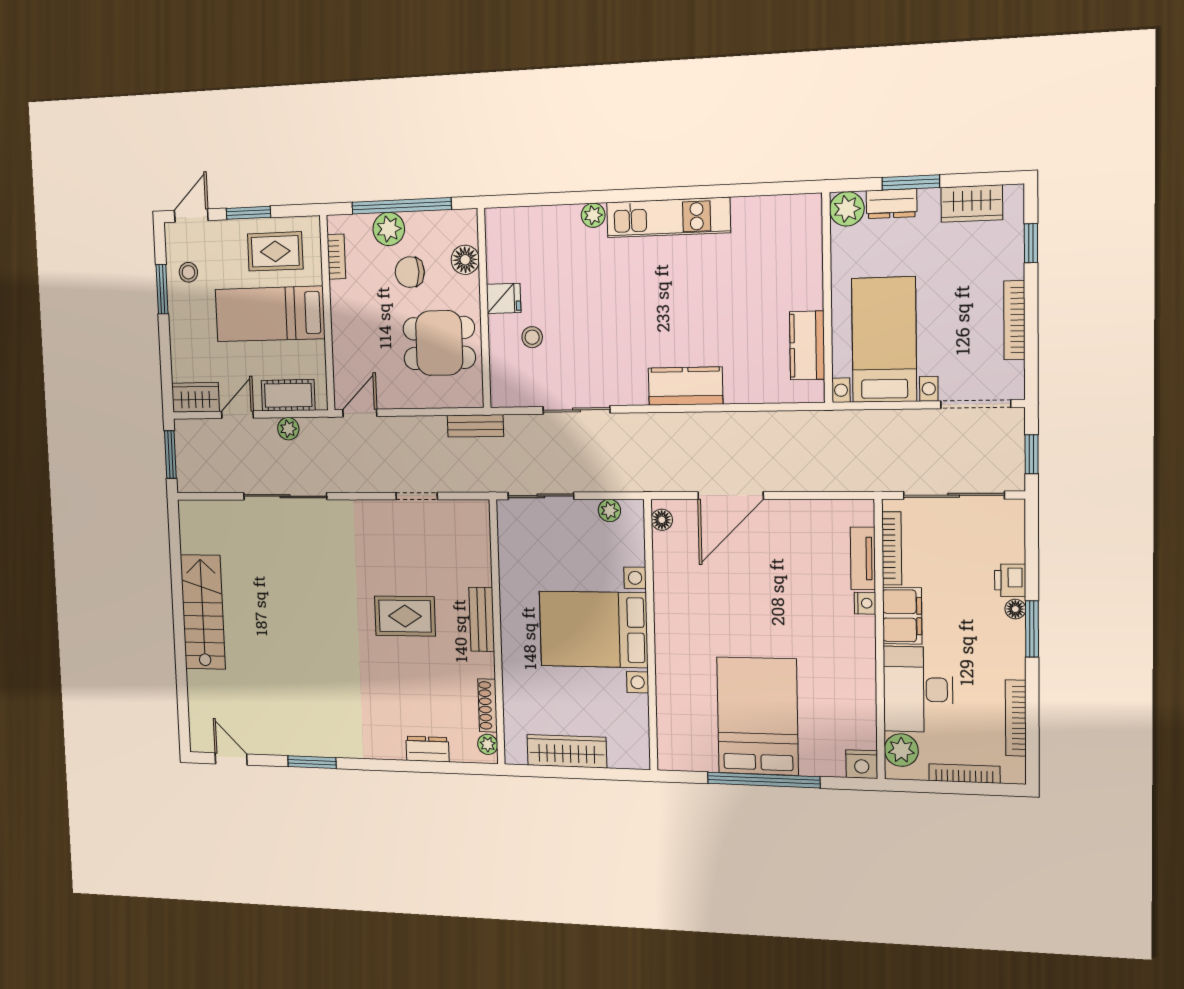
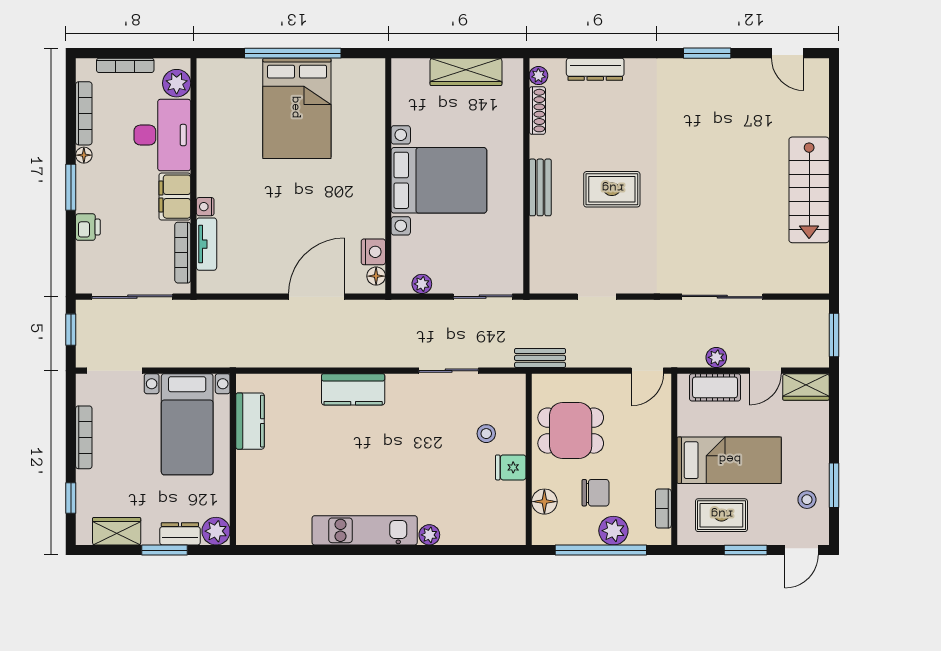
floor lamp: (1015, 609) -> (84, 155), moved
dresser: (427, 749) -> (595, 69), width x1.44
nightstand: (862, 764) -> (373, 252), moved, turned 90

